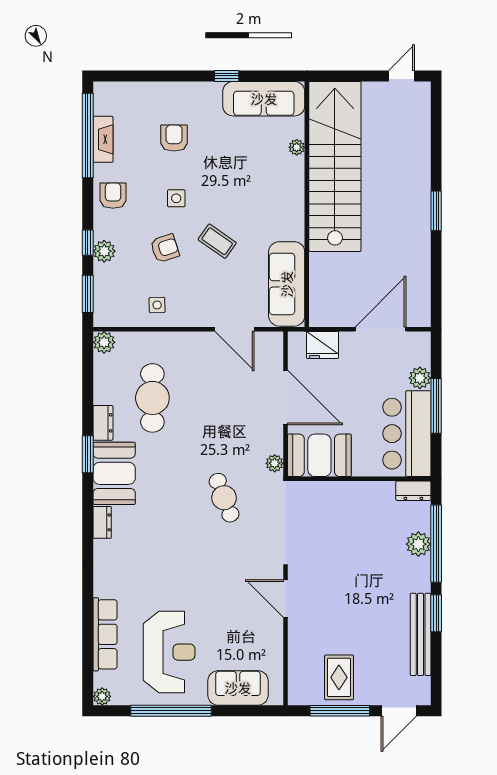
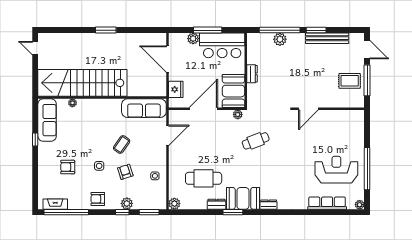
fireplace: (103, 139) -> (55, 204), moved
dresser: (413, 491) -> (252, 74), moved
sofa: (238, 688) -> (355, 134), removed

